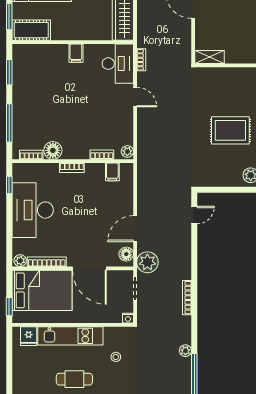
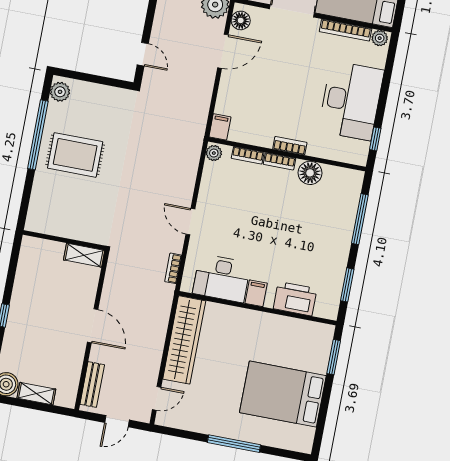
cot: (31, 30) -> (308, 334), removed
printer: (46, 55) -> (295, 299), added
desk: (118, 64) -> (222, 278), moved, turned -90
bookcase: (31, 155) -> (279, 161), moved
filing cabinet: (112, 172) -> (220, 127), moved
door: (194, 215) -> (143, 54), swing flipped

